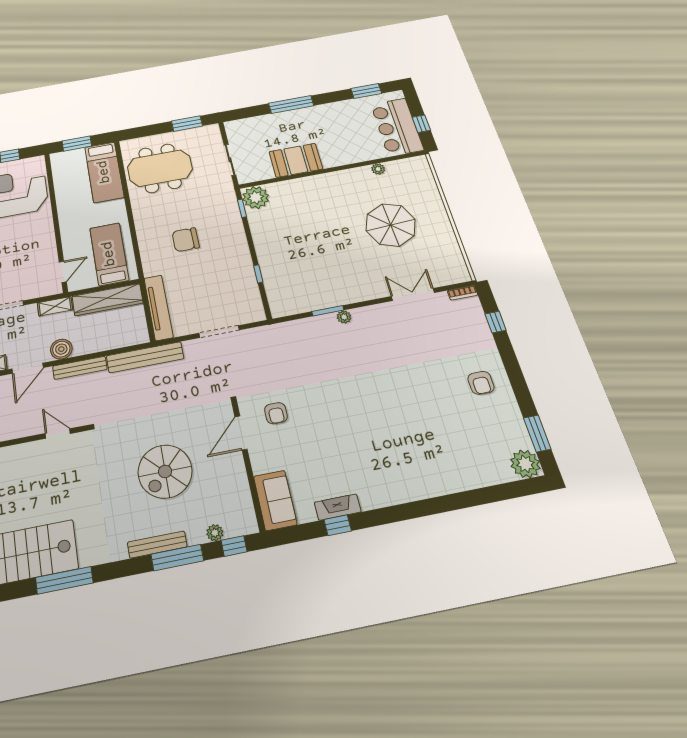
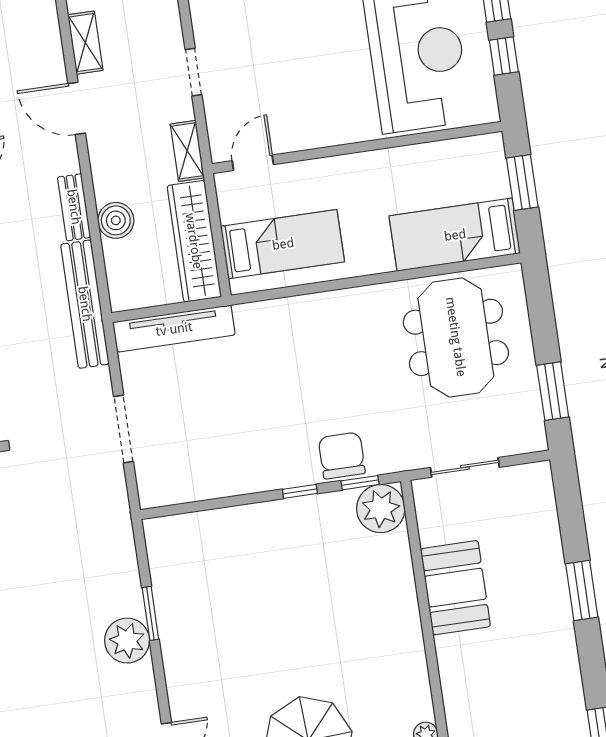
window: (291, 105) -> (582, 591), width x0.69
chair: (186, 240) -> (342, 456), moved
door: (63, 272) -> (253, 163), swing flipped
window: (258, 274) -> (300, 491), moved
plant: (344, 317) -> (127, 641), width x1.87, depth x1.87
boiler: (61, 349) -> (116, 220), moved
bench: (80, 368) -> (74, 207), width x0.73

